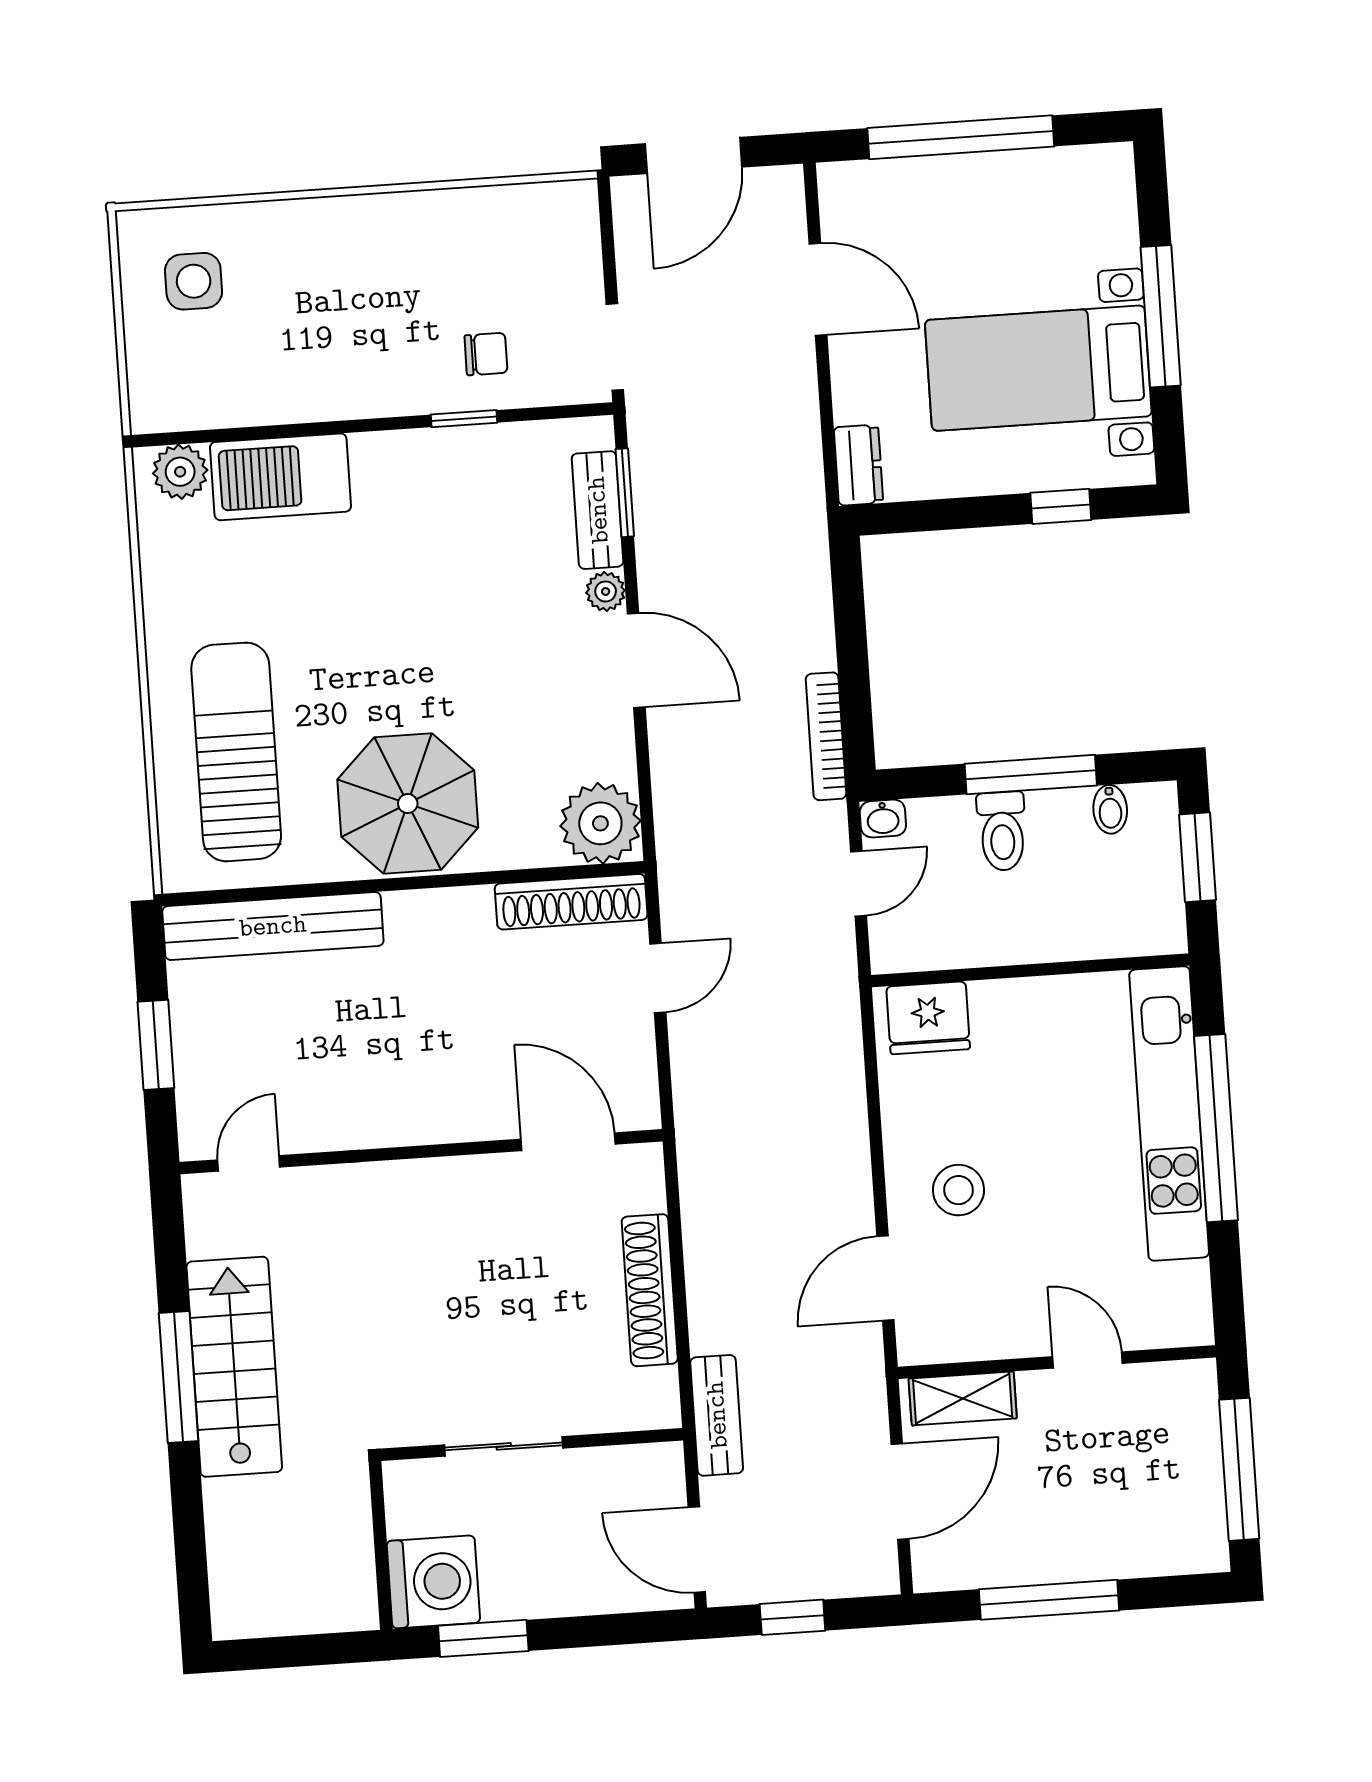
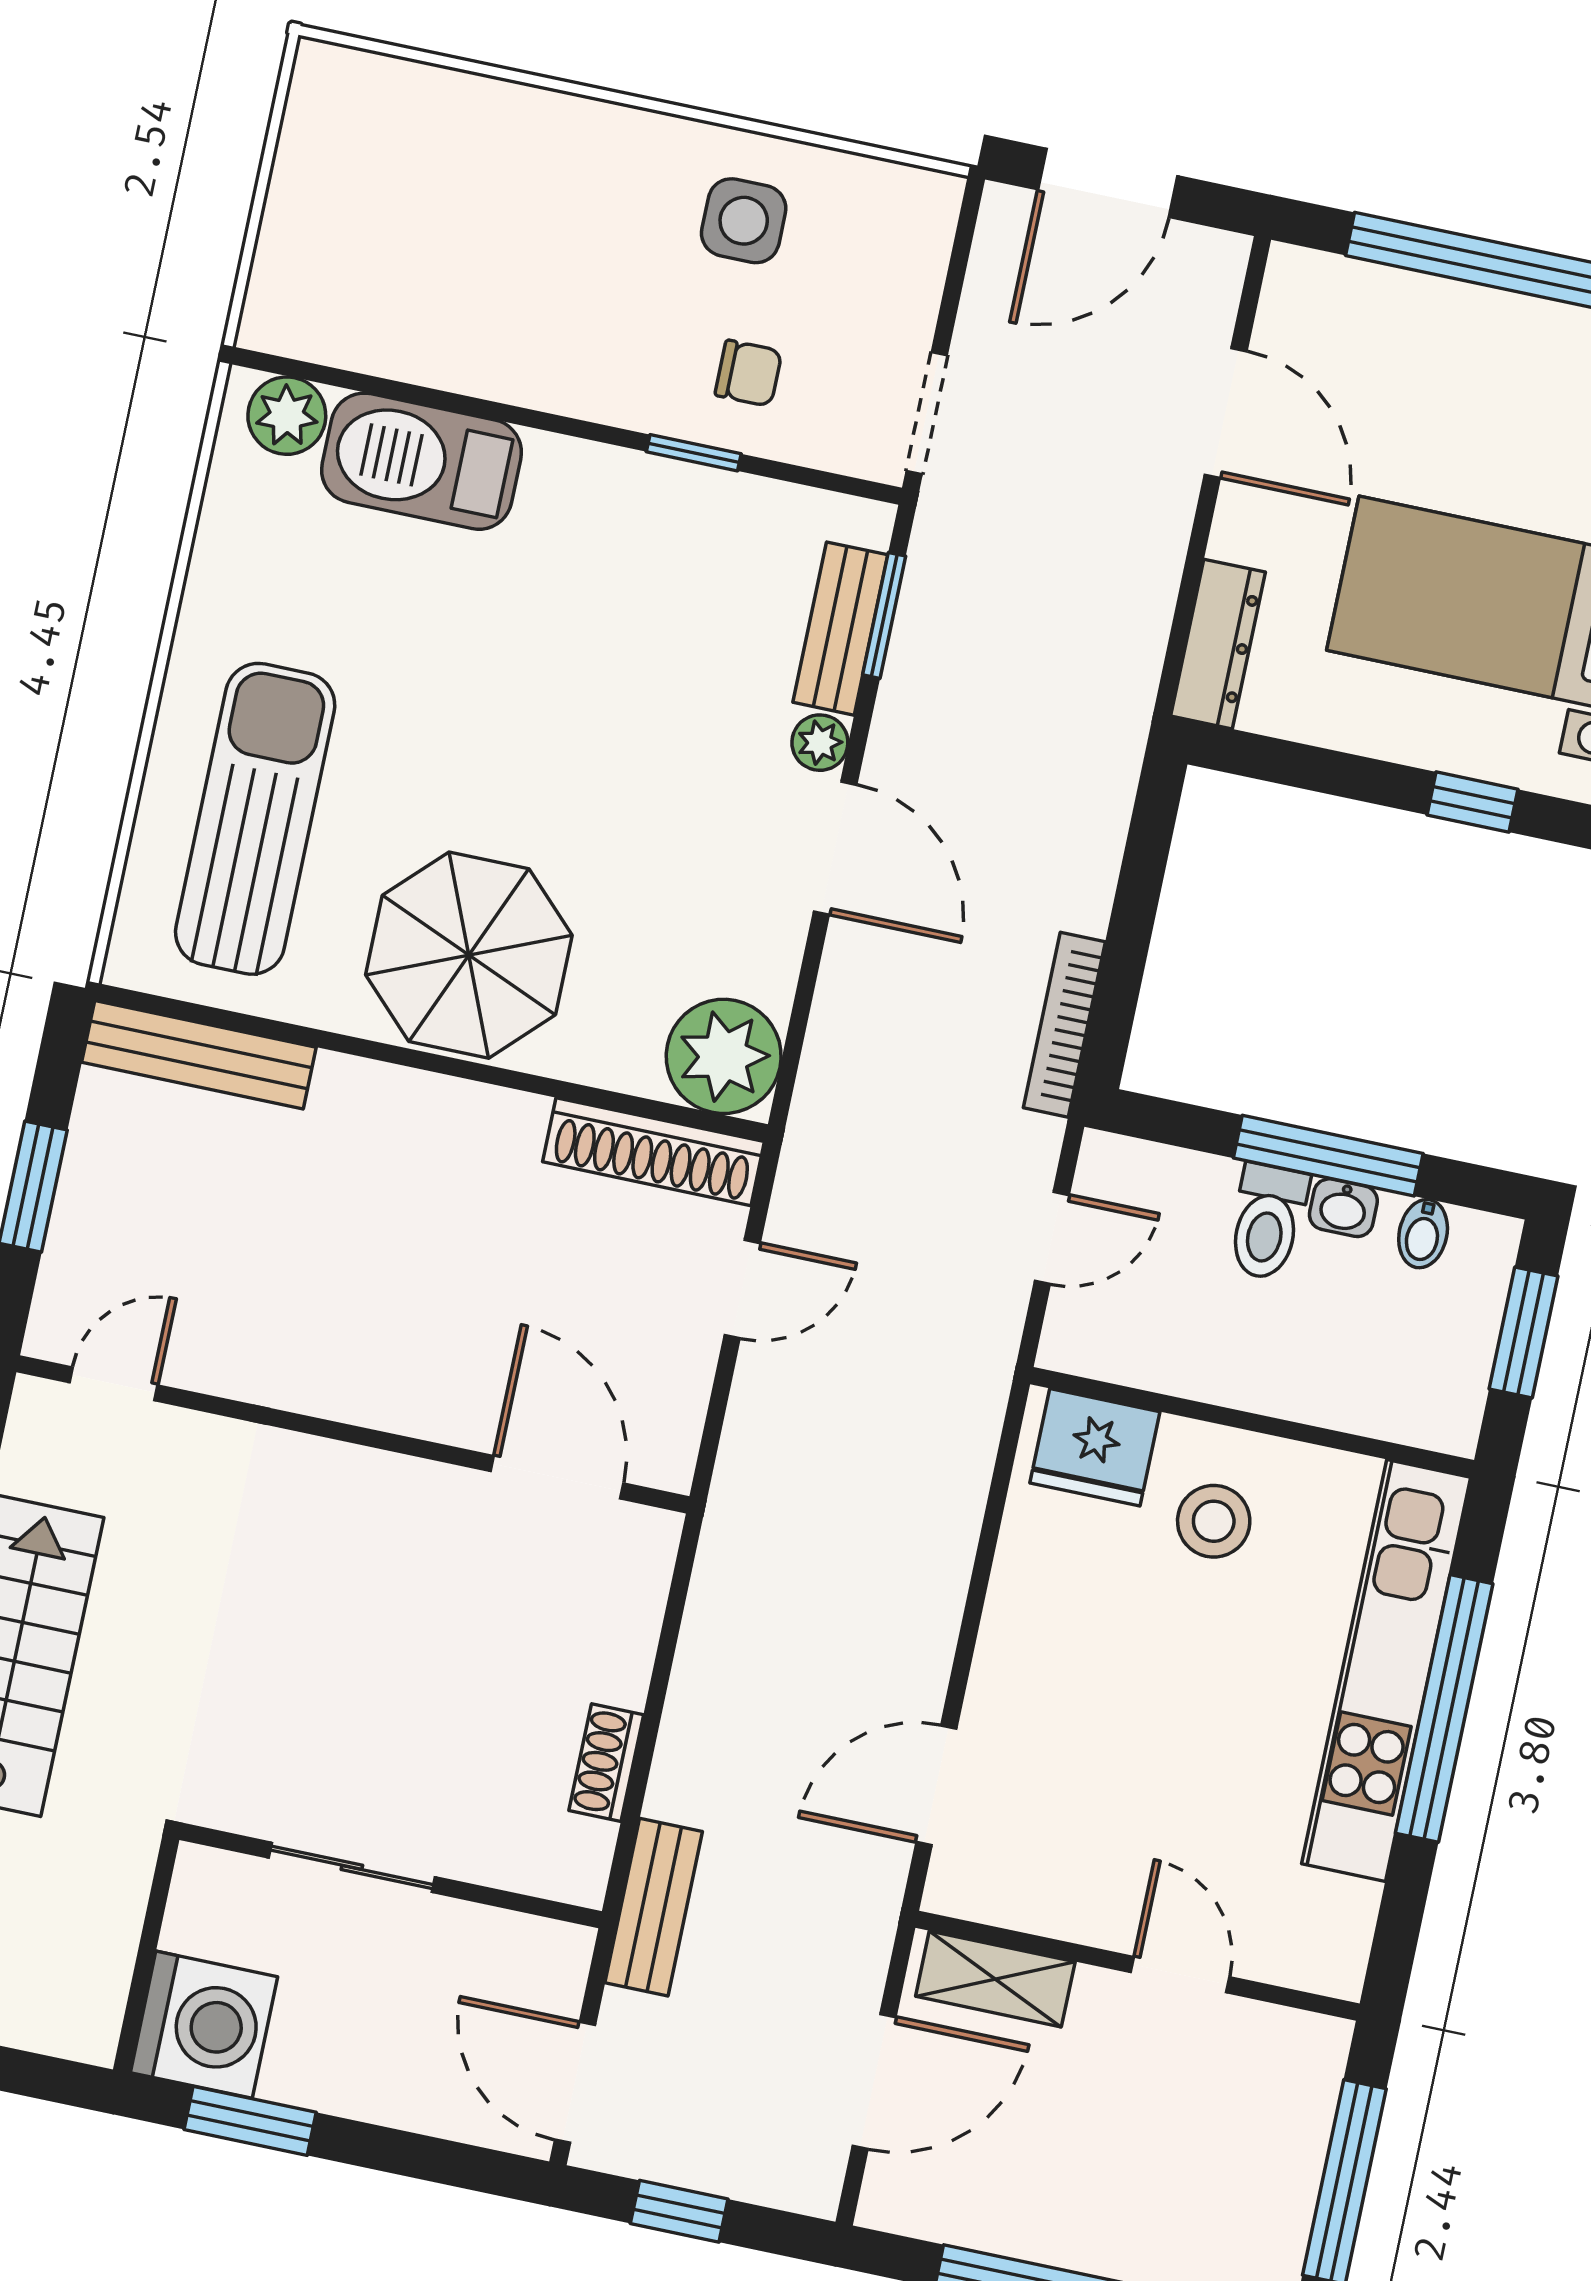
side table: (194, 281) -> (744, 221), moved
dresser: (858, 465) -> (1218, 644), width x1.44
washbasin: (883, 819) -> (1343, 1208), moved
bench: (273, 926) -> (199, 1055), width x0.73, depth x0.82
stool: (959, 1190) -> (1214, 1521), moved
shoe rack: (650, 1290) -> (606, 1763), width x0.51, depth x0.81

